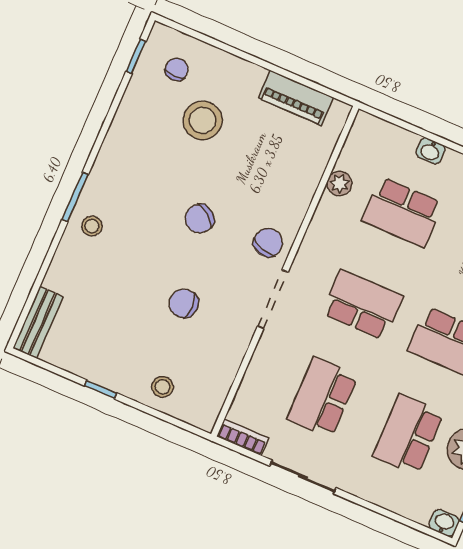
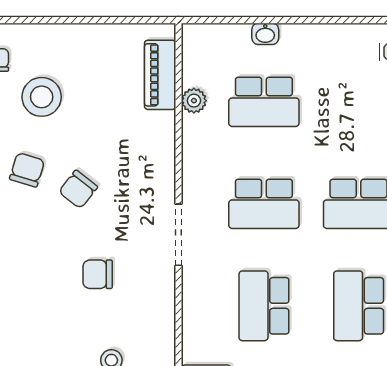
piano: (296, 98) -> (160, 75), moved, turned 90
chair: (268, 243) -> (27, 170), moved
school desk: (362, 305) -> (264, 204), turned 180

